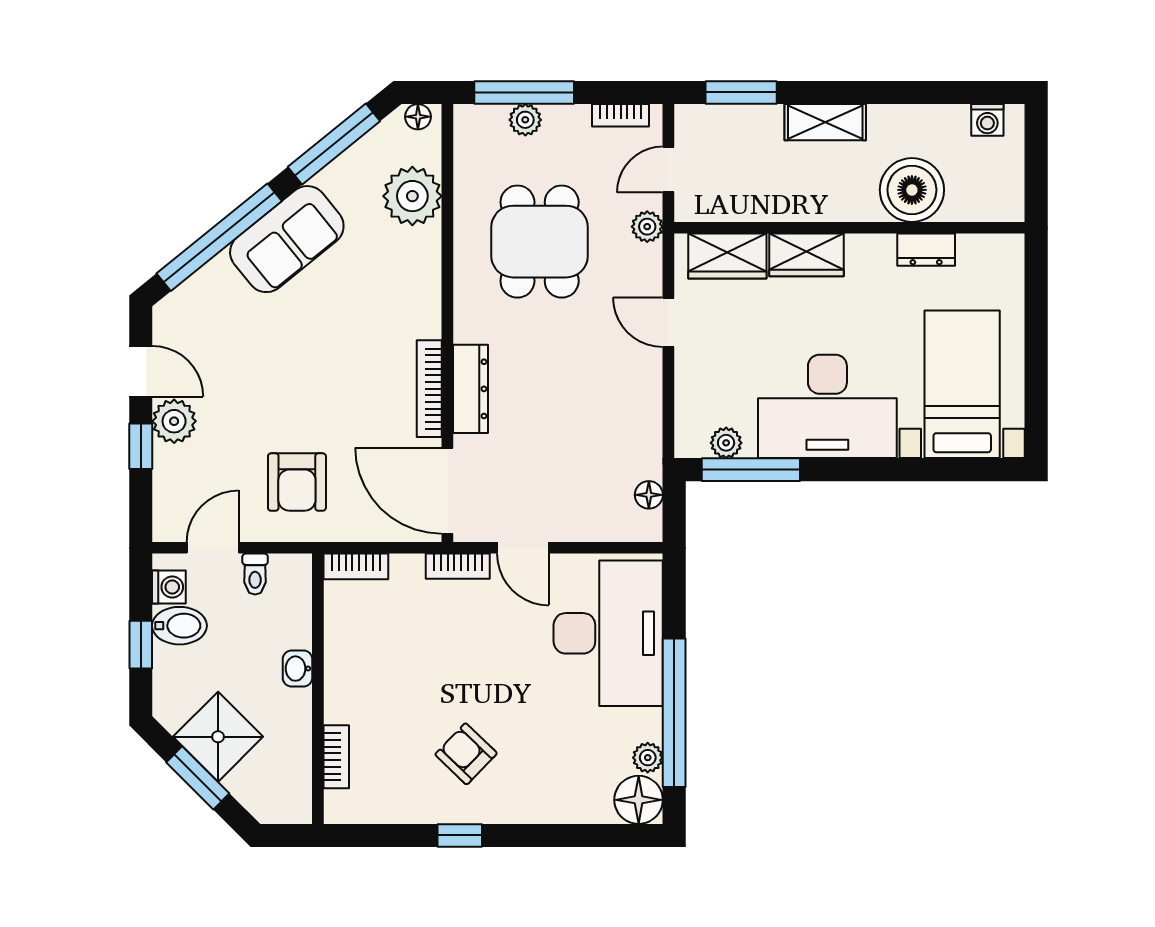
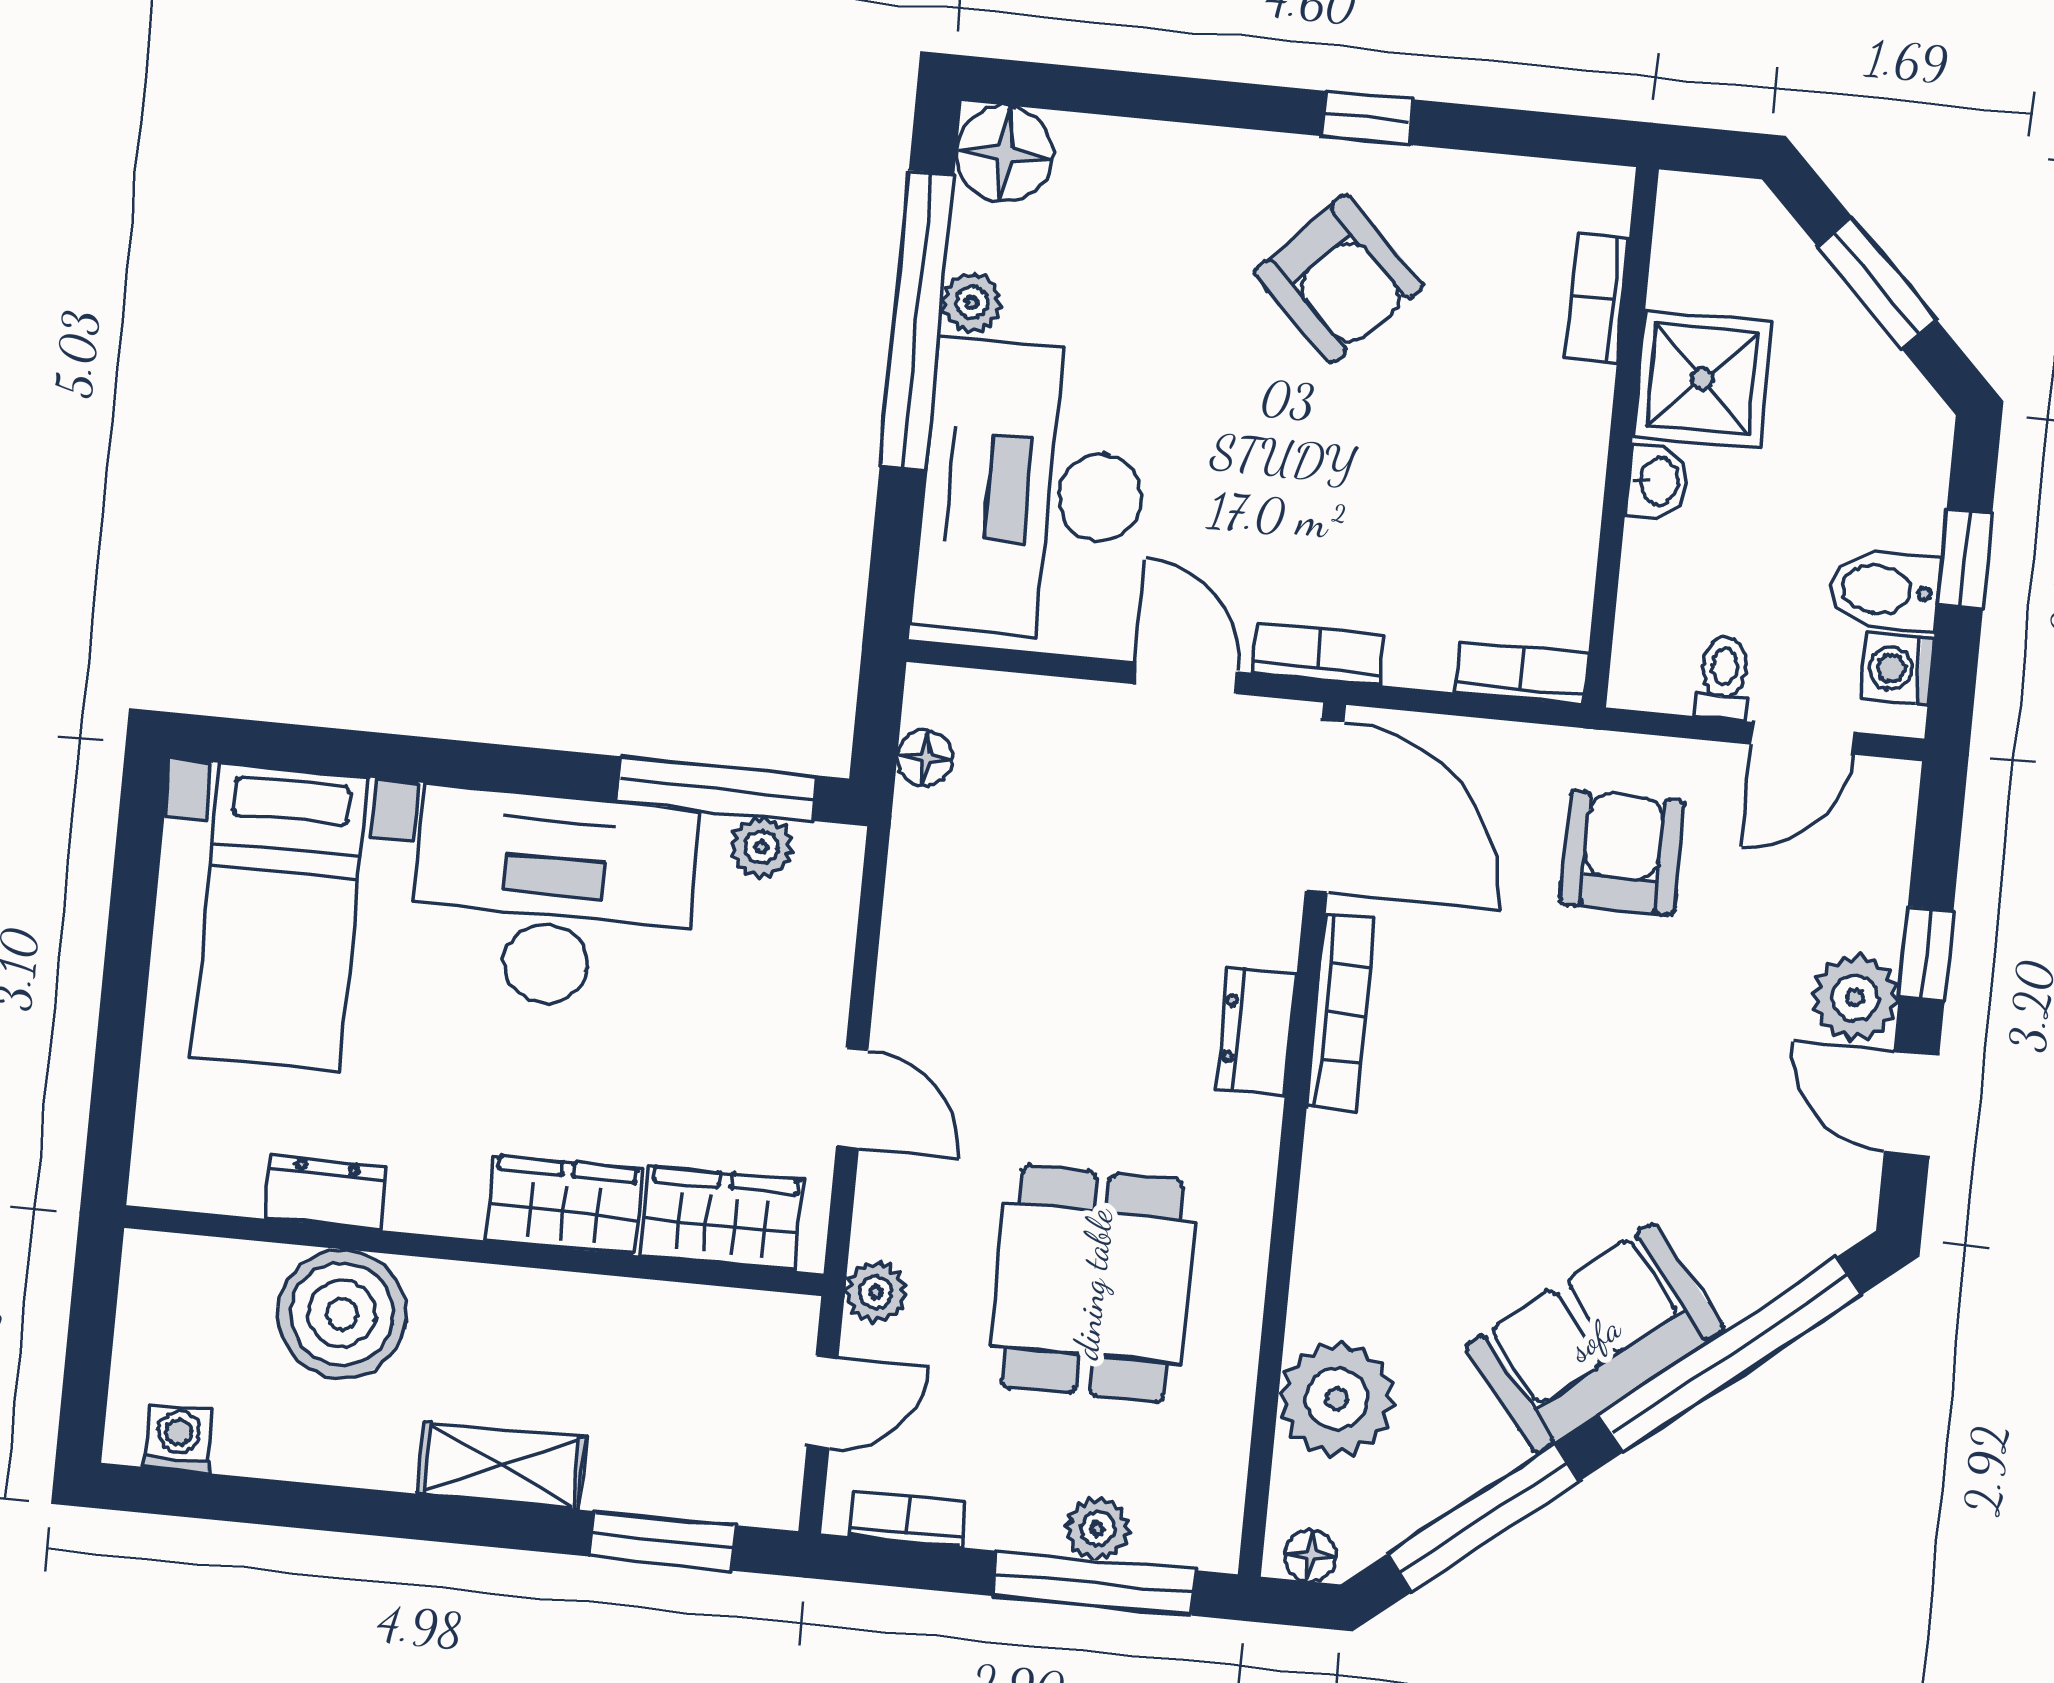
dresser: (470, 389) -> (1256, 1031), width x0.70
shower: (218, 737) -> (1702, 379), moved, turned 45
armchair: (466, 754) -> (1339, 279), width x1.38, depth x1.38
plant: (648, 758) -> (972, 303), moved

